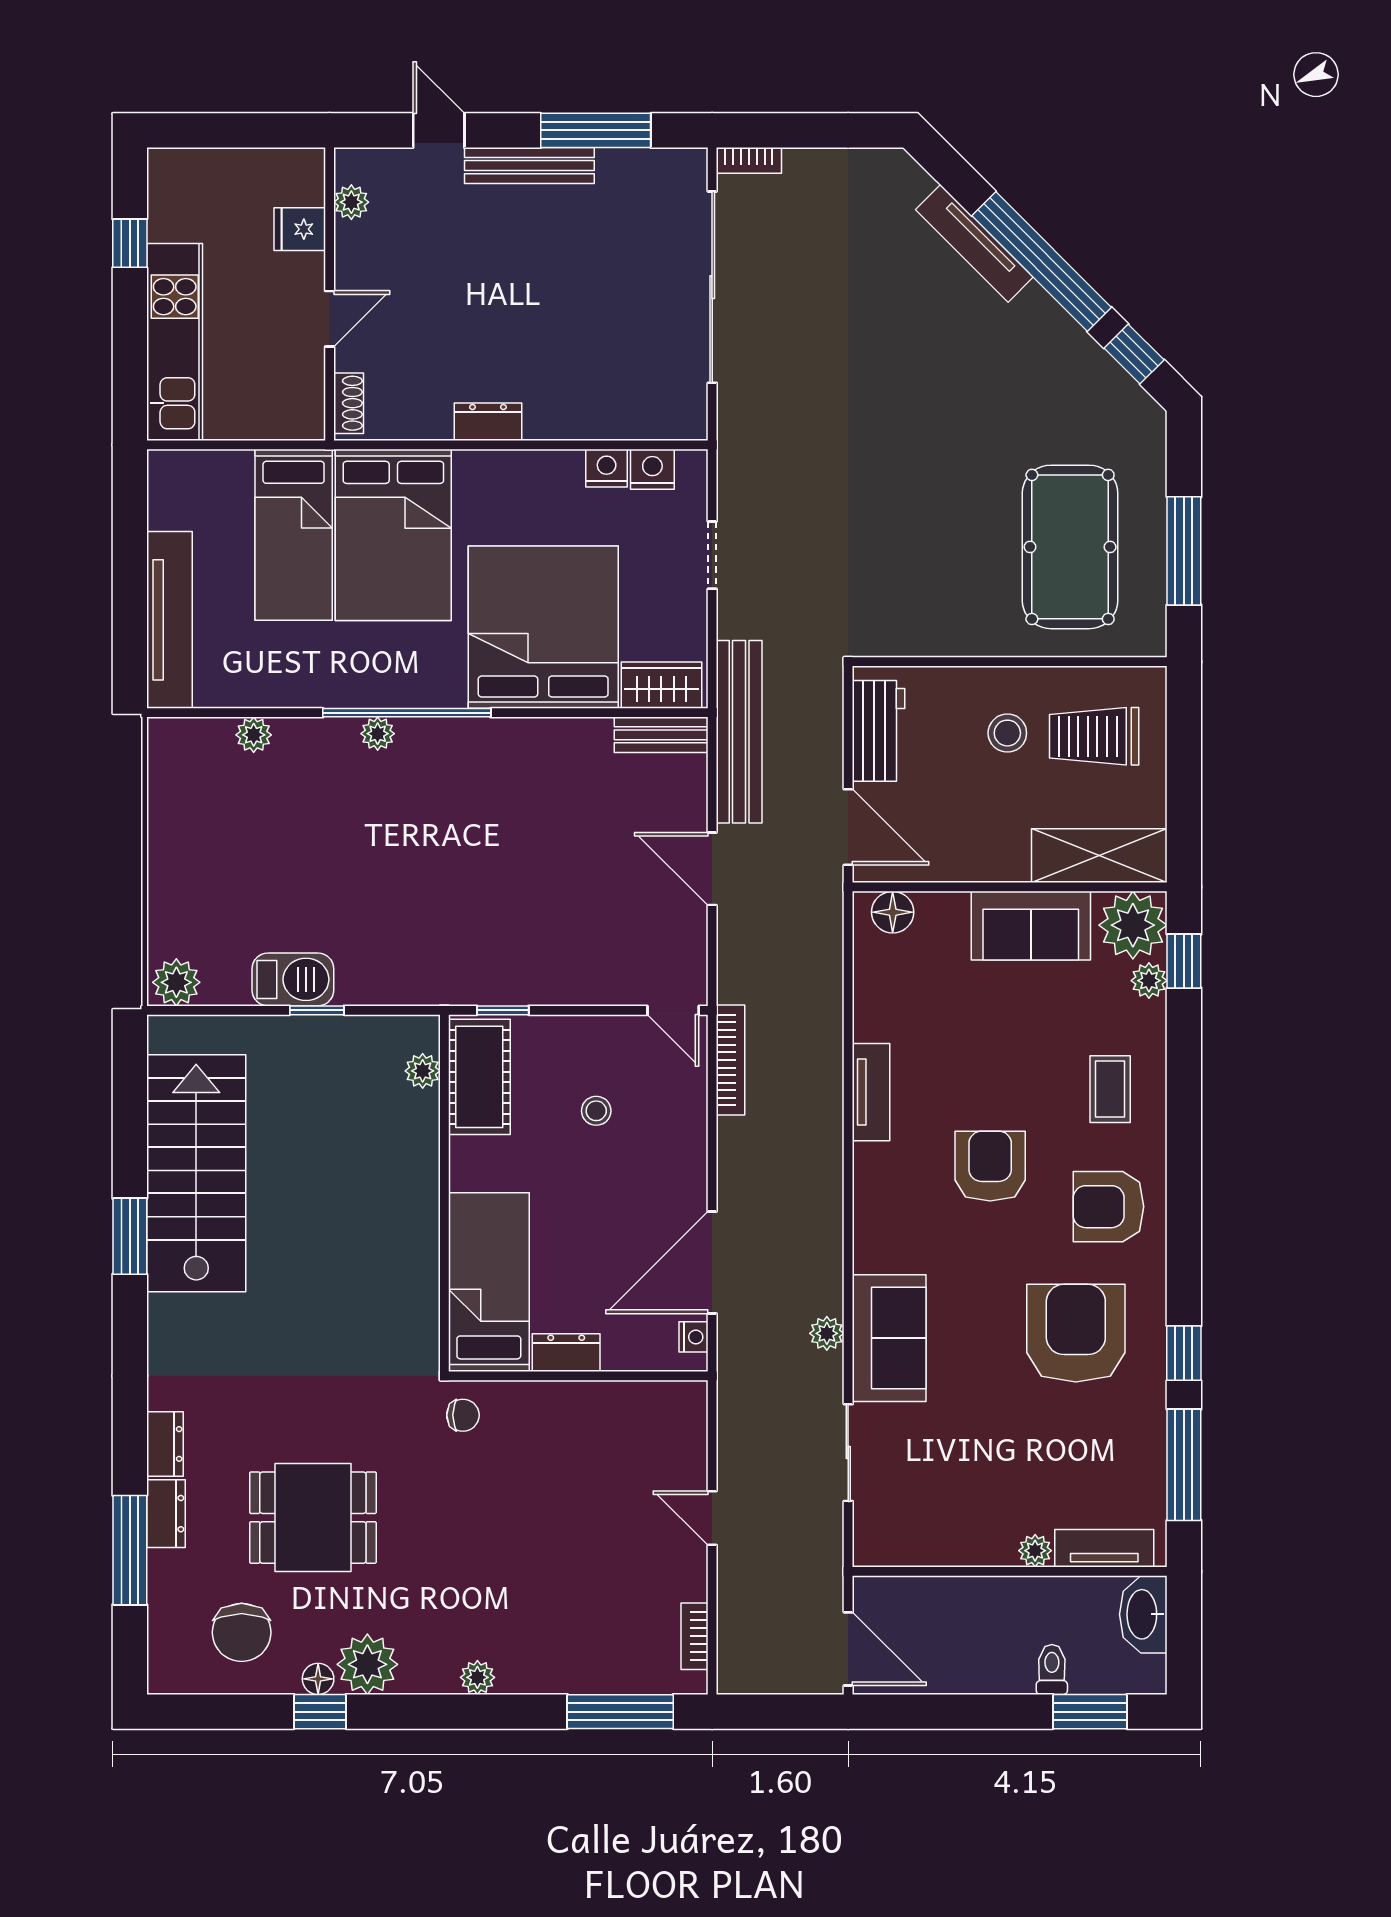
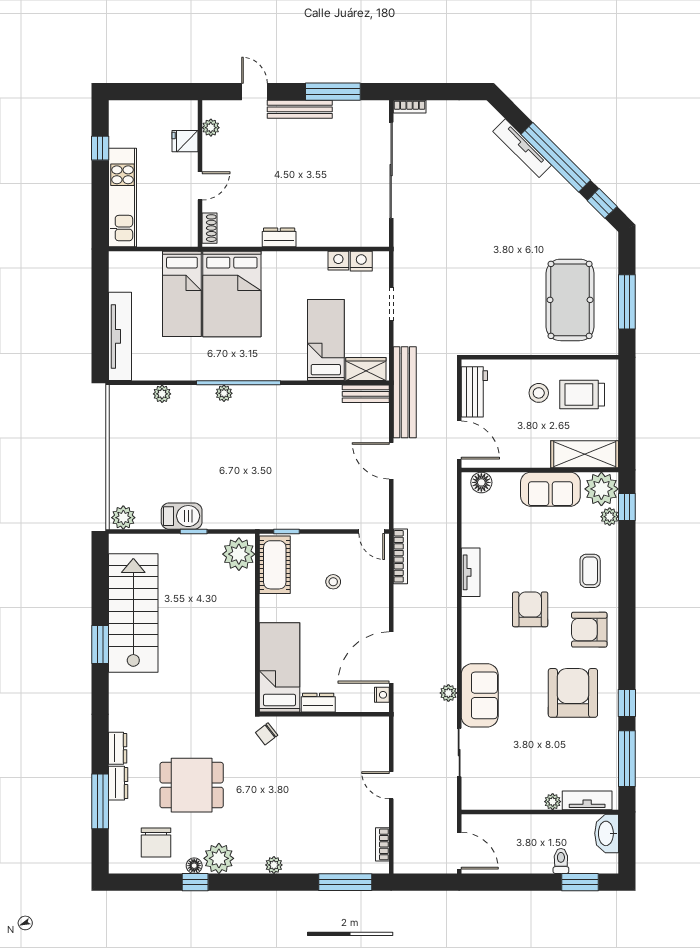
bed: (543, 627) -> (326, 340), width x0.49
plant: (423, 1071) -> (239, 554), width x1.88, depth x1.88
chair: (463, 1415) -> (267, 734), turned 142

